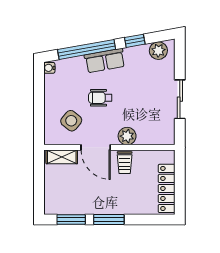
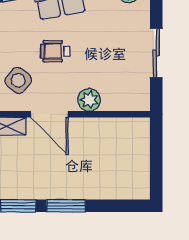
trolley: (125, 163) -> (86, 134), removed
locker: (167, 188) -> (140, 166), removed

